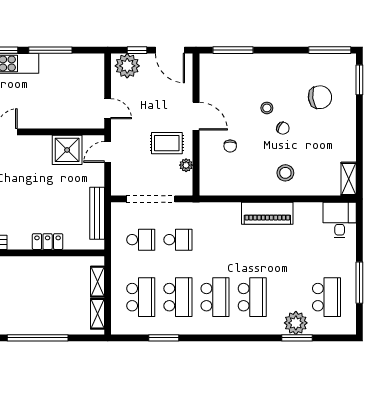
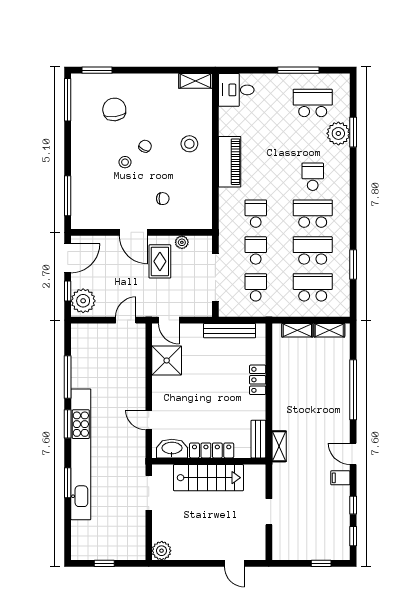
door: (196, 116) -> (133, 232), swing flipped
school desk: (215, 240) -> (256, 214), added
school desk: (252, 297) -> (313, 177), width x0.54

